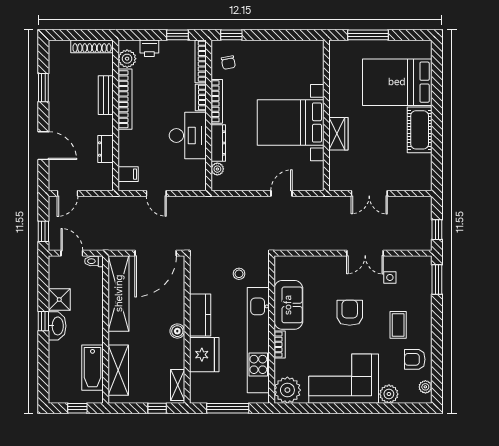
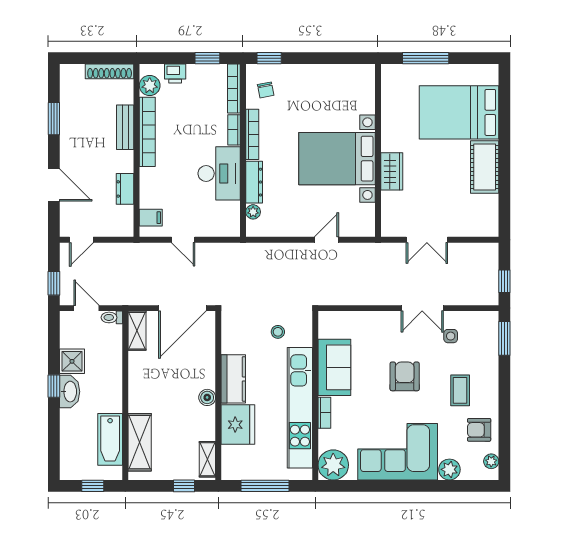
shelving: (119, 293) -> (137, 331), width x0.45, depth x0.75

